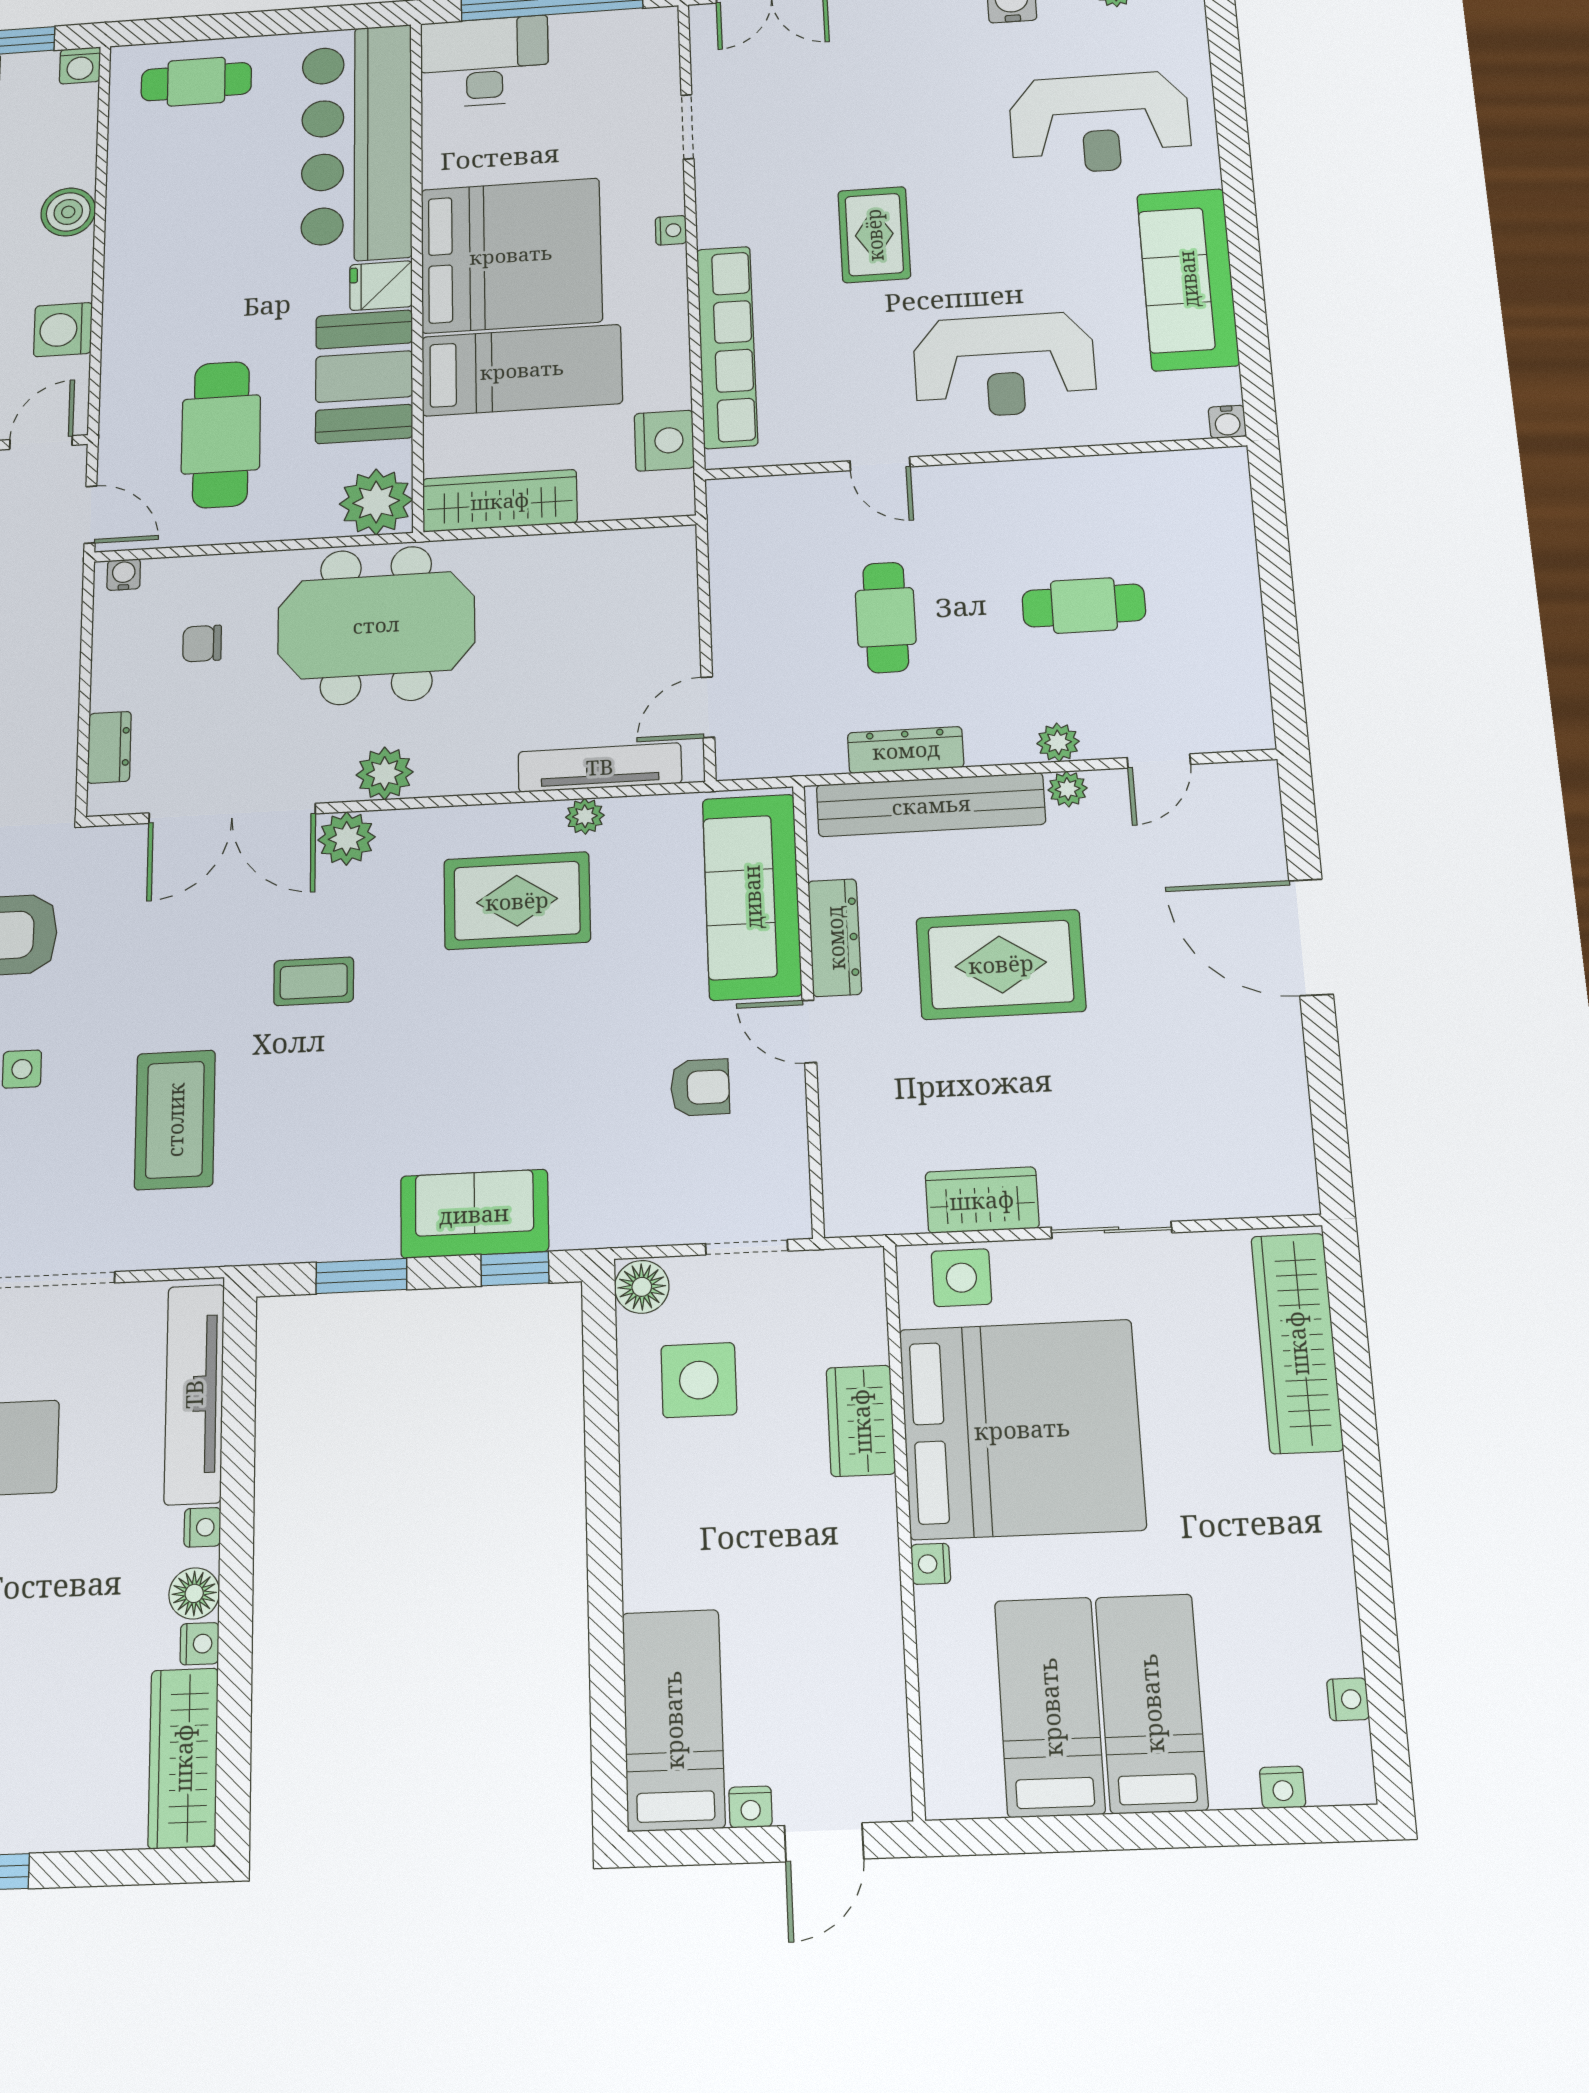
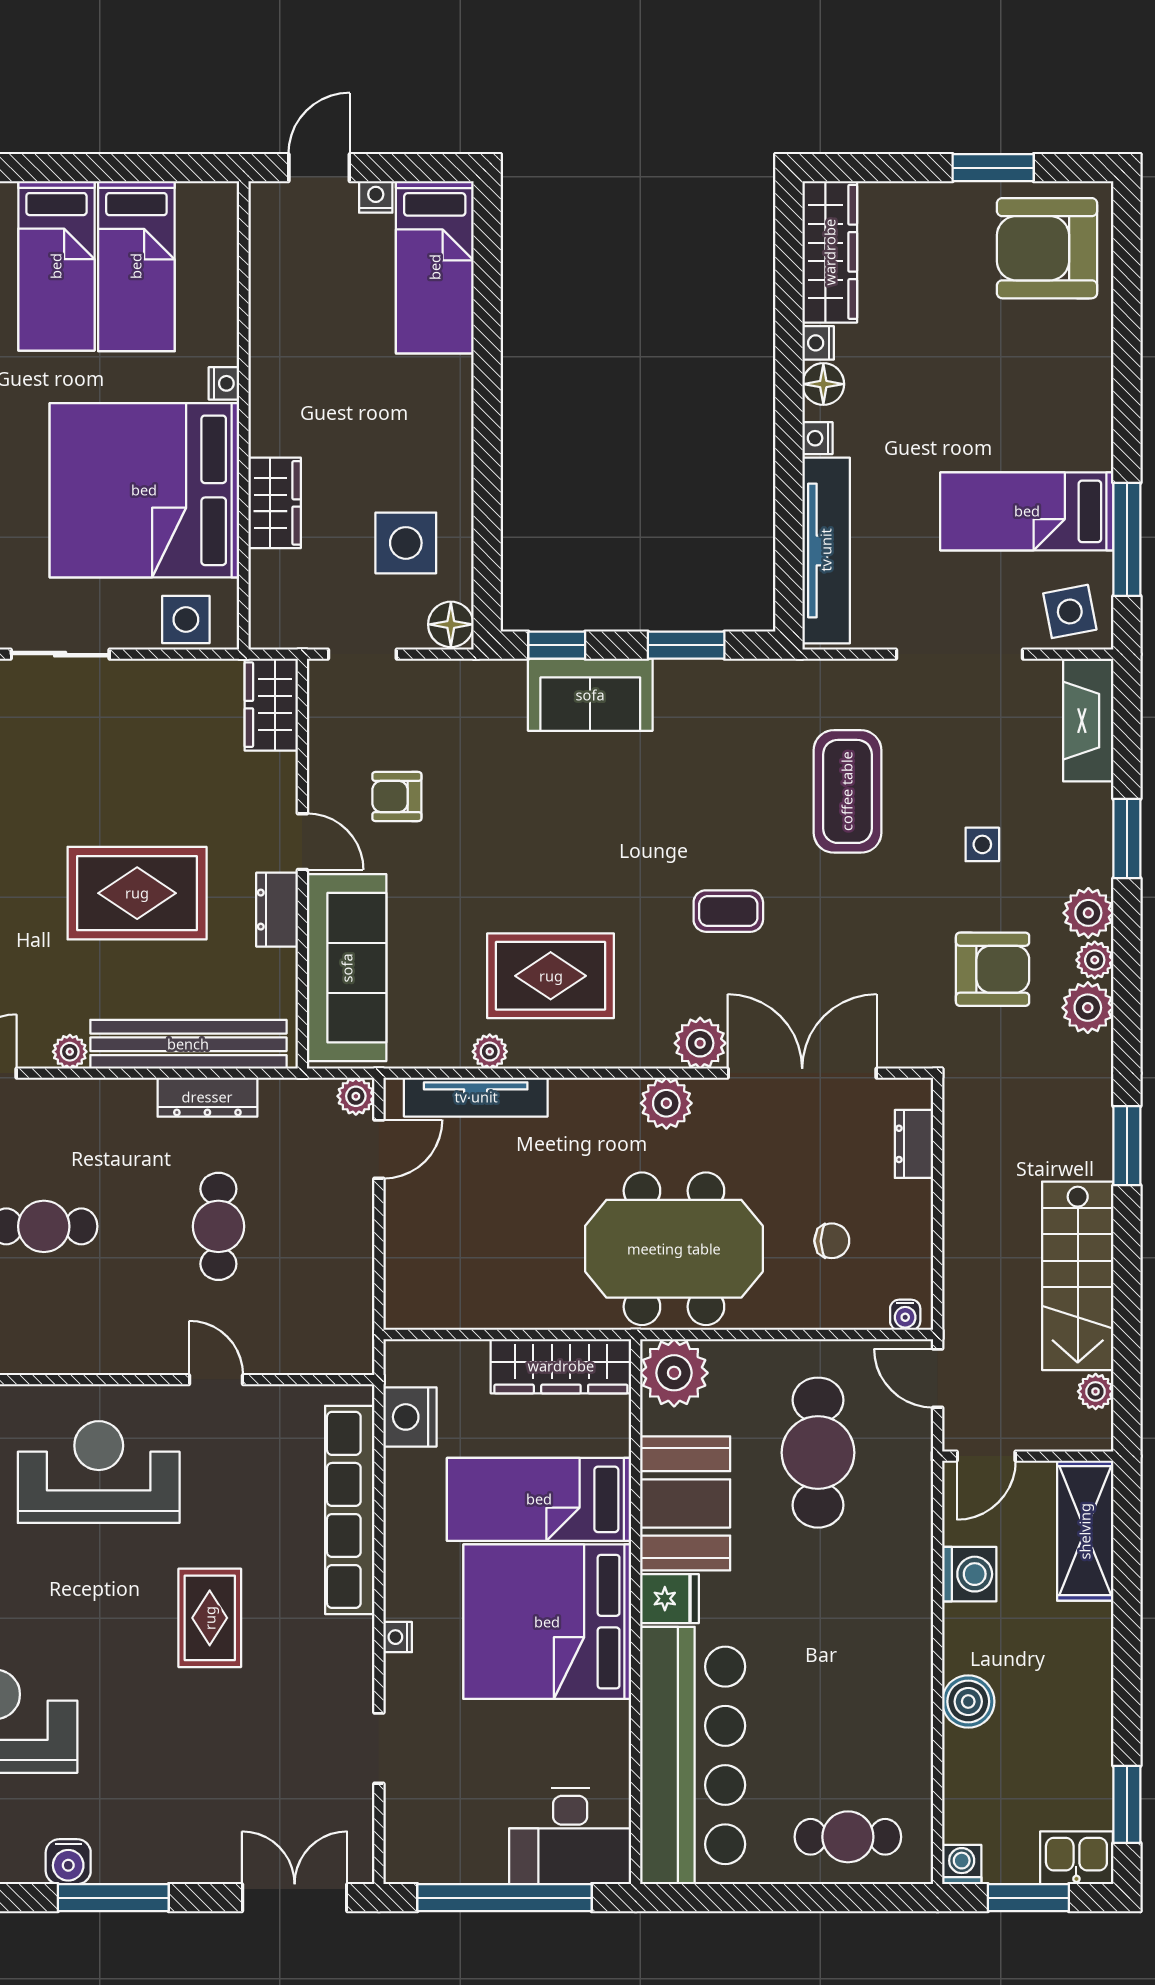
plant: (1058, 742) -> (356, 1096), moved
dresser: (835, 938) -> (277, 910), width x0.70
wardrobe: (982, 1200) -> (271, 705), moved, turned 90

